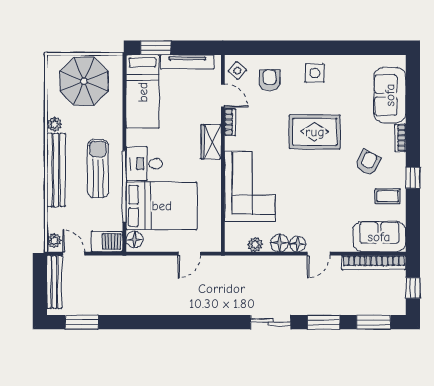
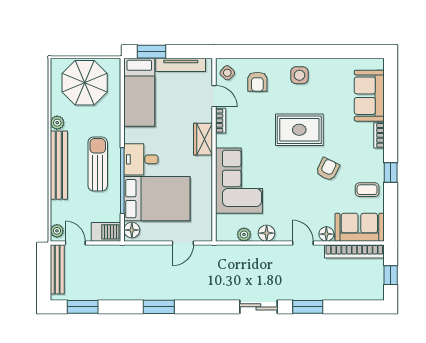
armchair: (270, 80) -> (257, 82), turned 180
armchair: (368, 163) -> (328, 169), moved
floor lamp: (298, 244) -> (326, 234), moved
door: (319, 254) -> (303, 243), swing flipped
window: (374, 322) -> (159, 307), moved

